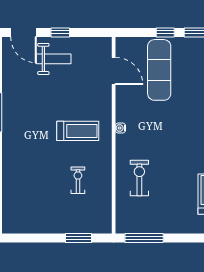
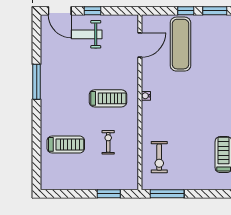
weight bench: (54, 59) -> (87, 34), turned 180
door: (114, 71) -> (140, 45), hinge flipped
exercise bike: (139, 178) -> (159, 157), moved, turned 180
treadmill: (30, 183) -> (66, 144), added

